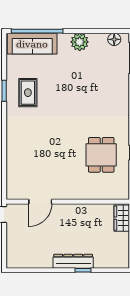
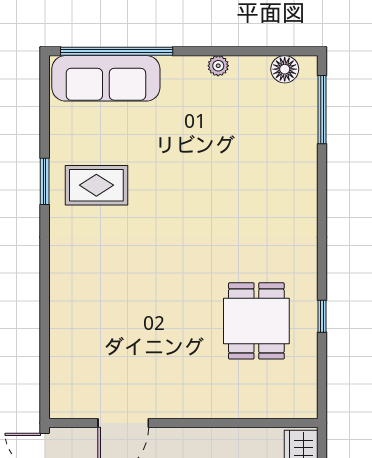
plant: (80, 42) -> (218, 66), width x0.53, depth x0.53
rug: (28, 93) -> (96, 185), turned 90

